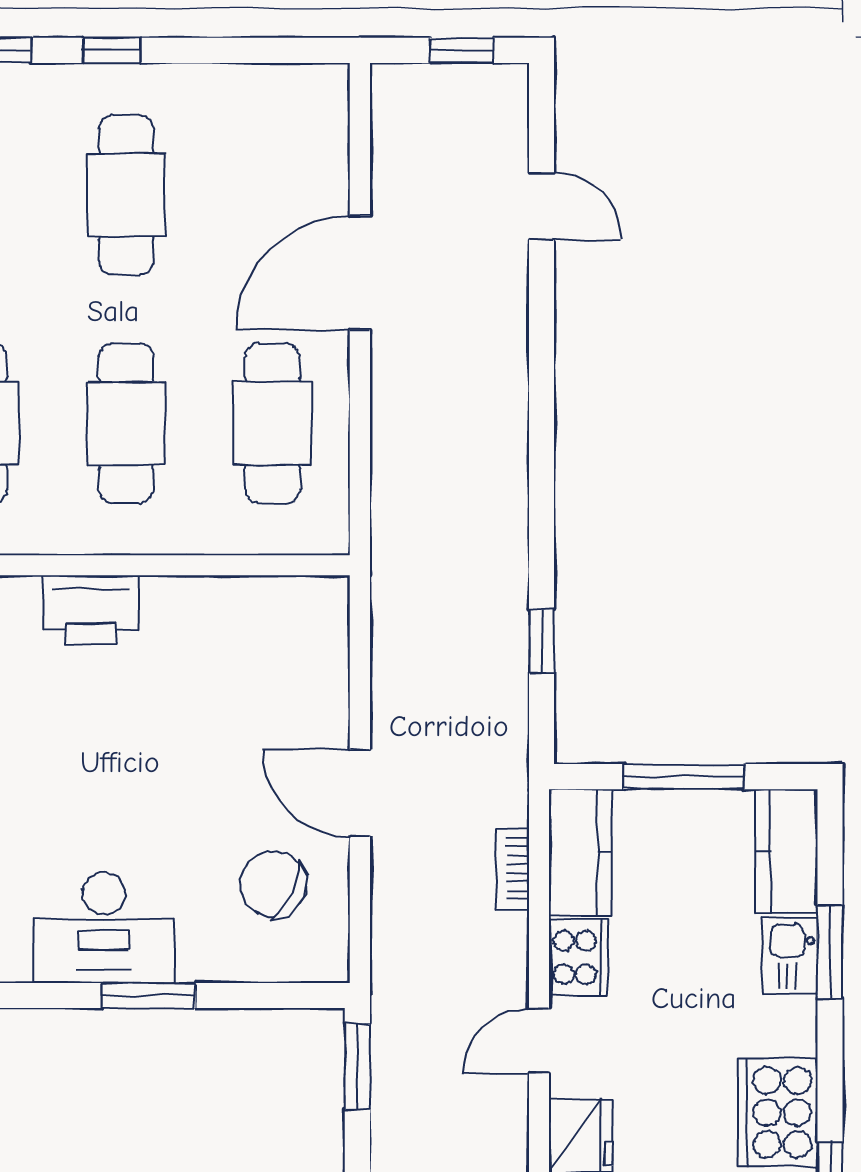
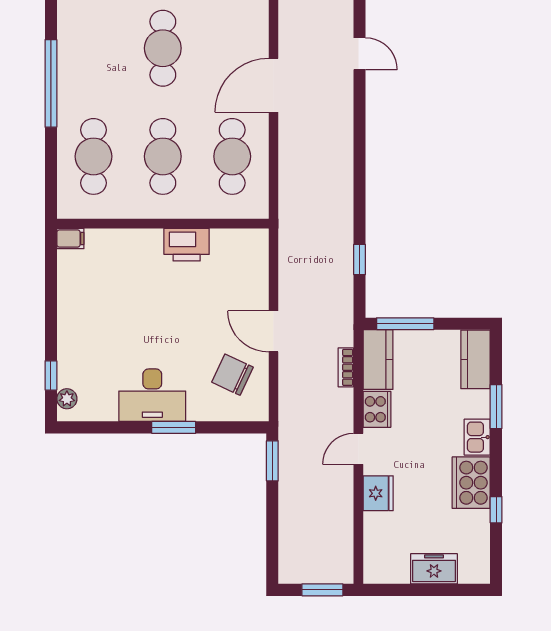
printer: (91, 610) -> (187, 245), moved
window: (684, 777) -> (405, 324), moved
kitchen sink: (790, 956) -> (477, 437), moved

